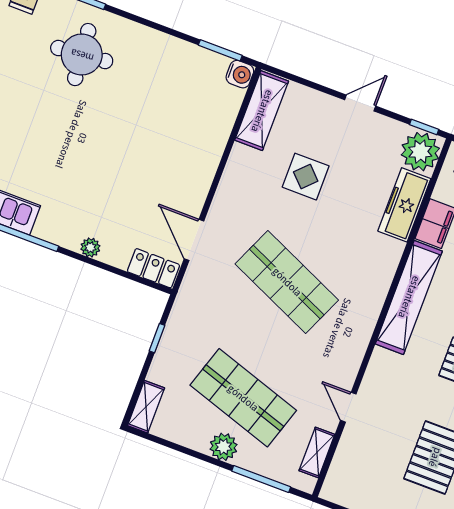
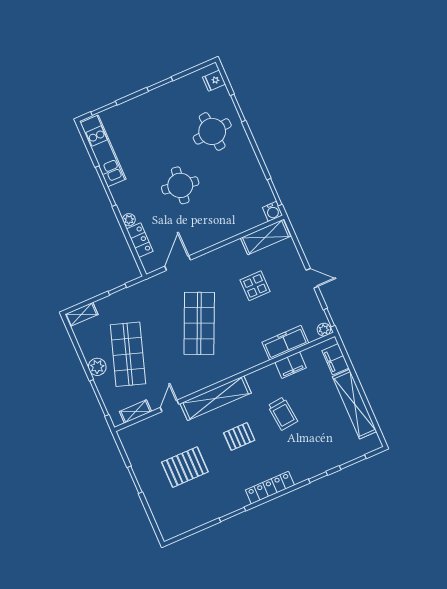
round table: (108, 151) -> (180, 185), added
plant: (420, 152) -> (324, 330), width x0.53, depth x0.53
locker: (153, 268) -> (140, 240), moved
shelving: (409, 297) -> (216, 398), moved

